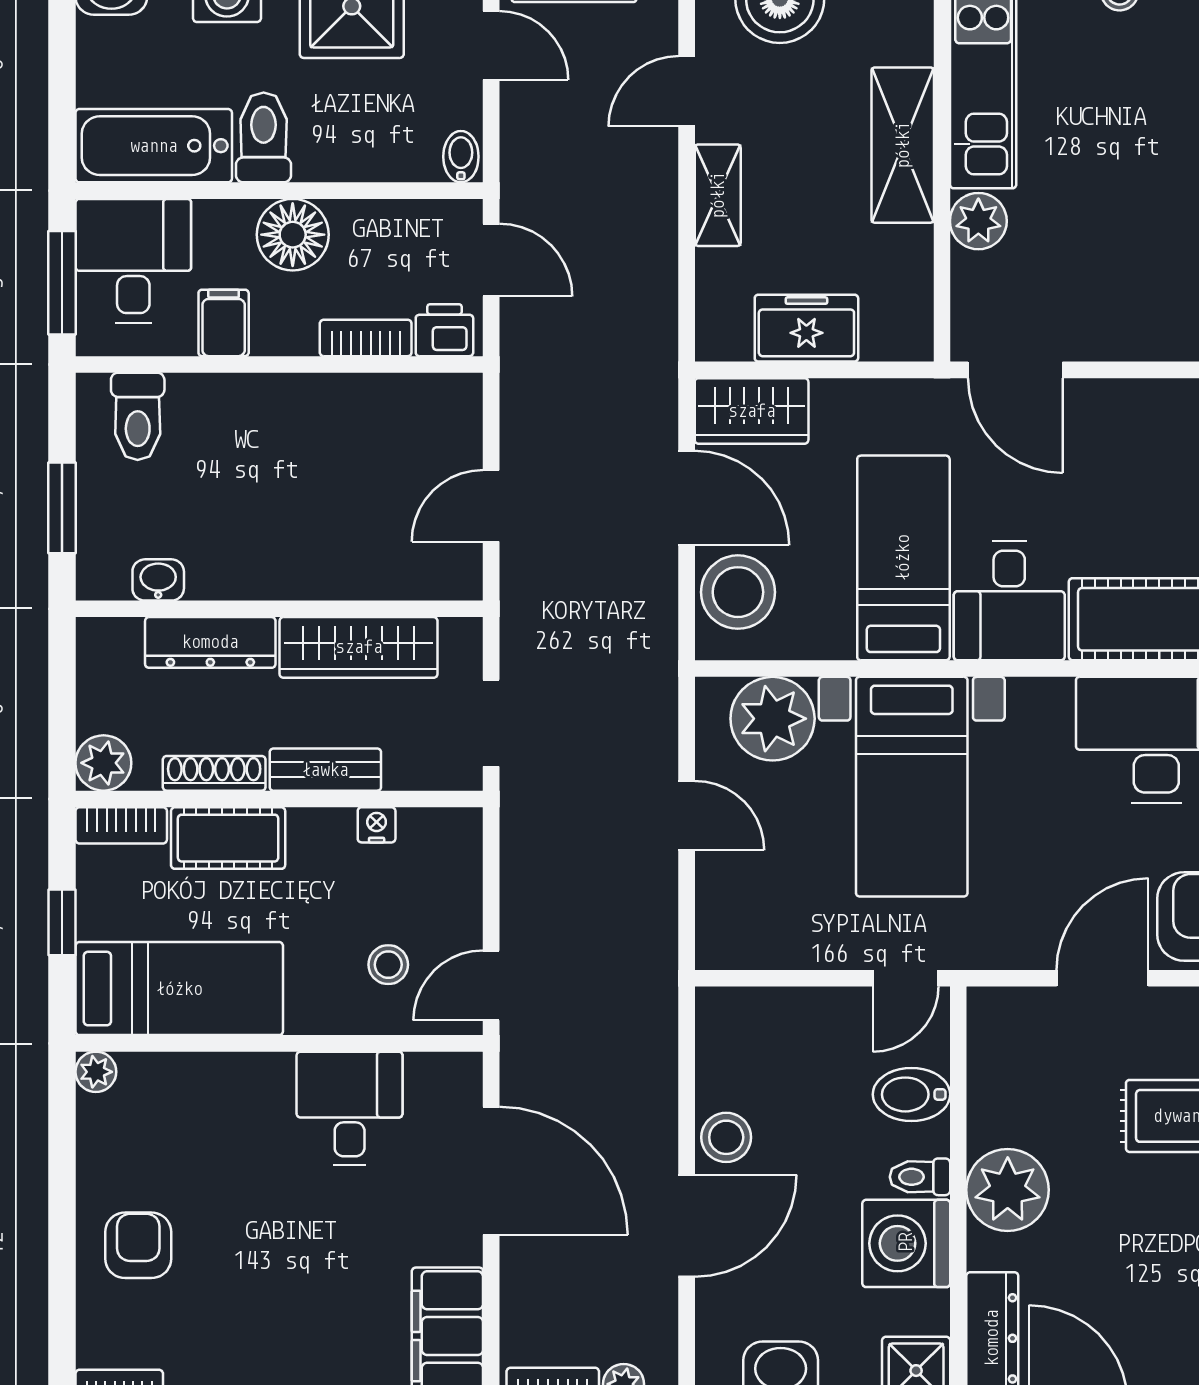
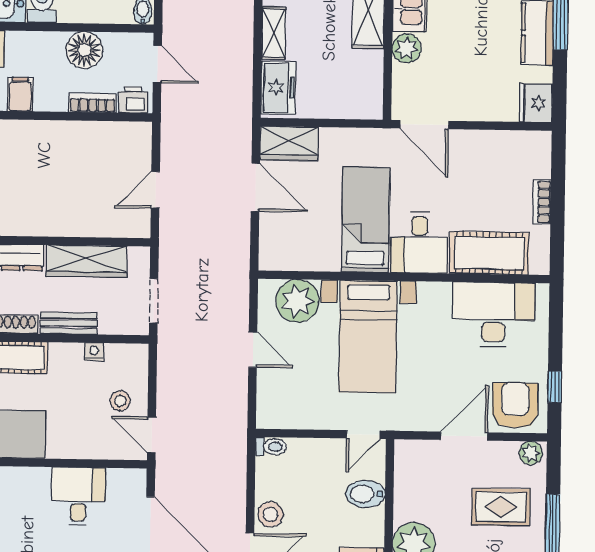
floor lamp: (293, 235) -> (84, 50), moved
freezer: (806, 328) -> (278, 88), moved, turned 90
stool: (738, 592) -> (281, 236), removed
stool: (388, 965) -> (120, 401), moved
door: (491, 985) -> (152, 435), hinge flipped
toilet: (920, 1177) -> (271, 447), moved, turned 180

